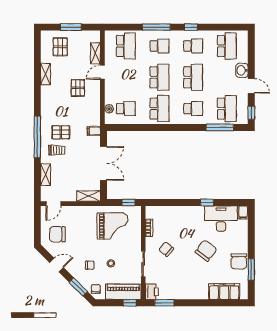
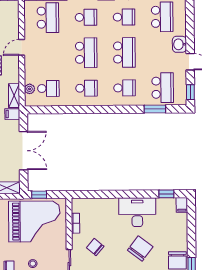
shelving: (95, 53) -> (14, 96), moved
school desk: (159, 109) -> (86, 88), width x0.54
window: (220, 127) -> (155, 109), width x0.69
window: (128, 202) -> (39, 195), moved
window: (207, 202) -> (166, 194), moved
desk: (221, 219) -> (137, 212), moved
grand piano: (113, 226) -> (34, 221), width x1.37, depth x1.48

